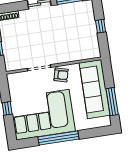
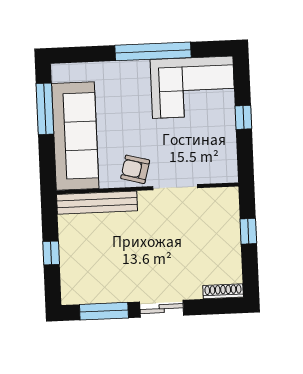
bench: (79, 55) -> (97, 203), added
corner sofa: (43, 115) -> (193, 87), width x0.73, depth x0.74

